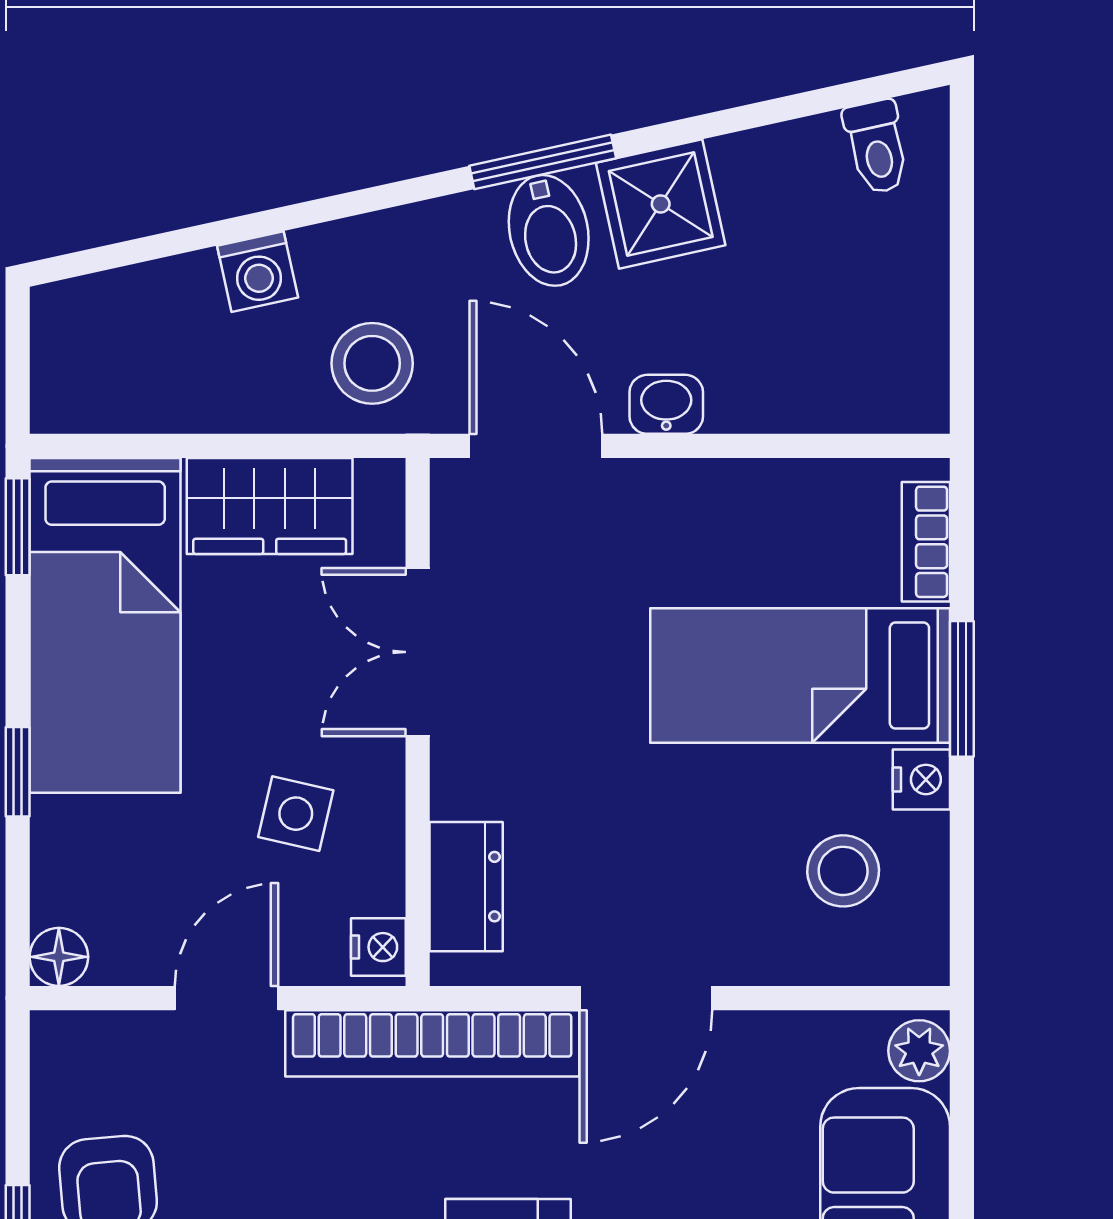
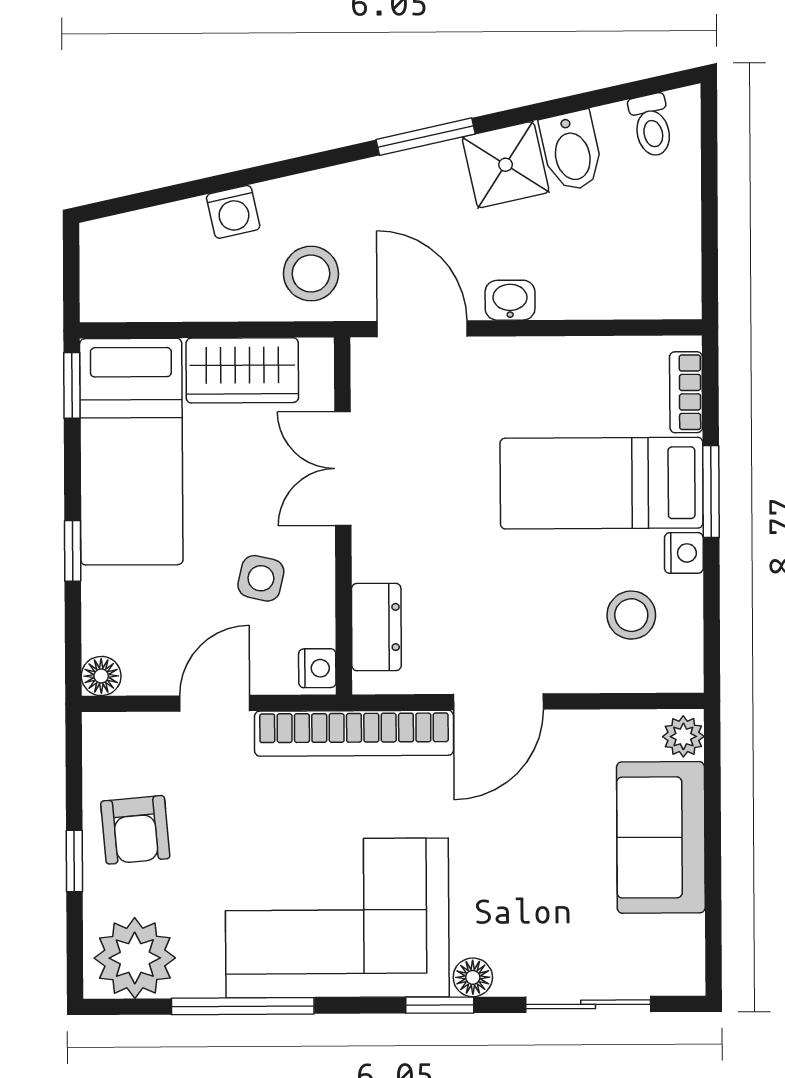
bidet: (549, 230) -> (572, 151), moved

